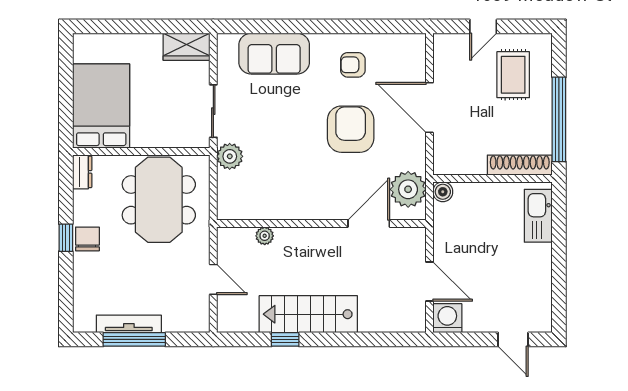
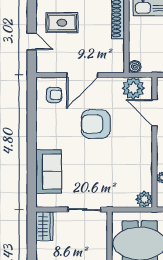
armchair: (353, 65) -> (54, 95), moved, turned -90
plant: (230, 156) -> (144, 199), moved

